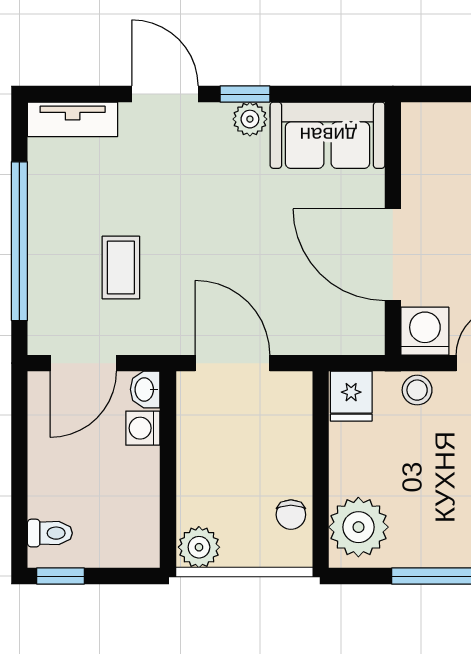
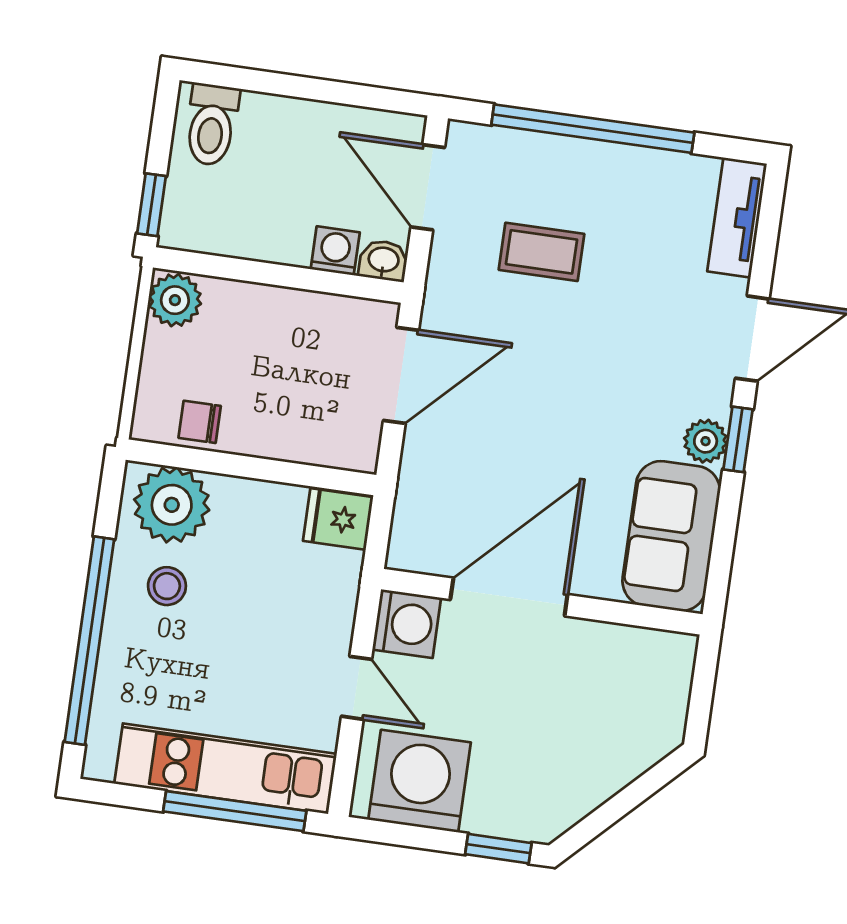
stool: (417, 390) -> (167, 586), moved
toilet: (50, 533) -> (212, 125), width x1.37, depth x1.39
window: (61, 576) -> (151, 205), moved

